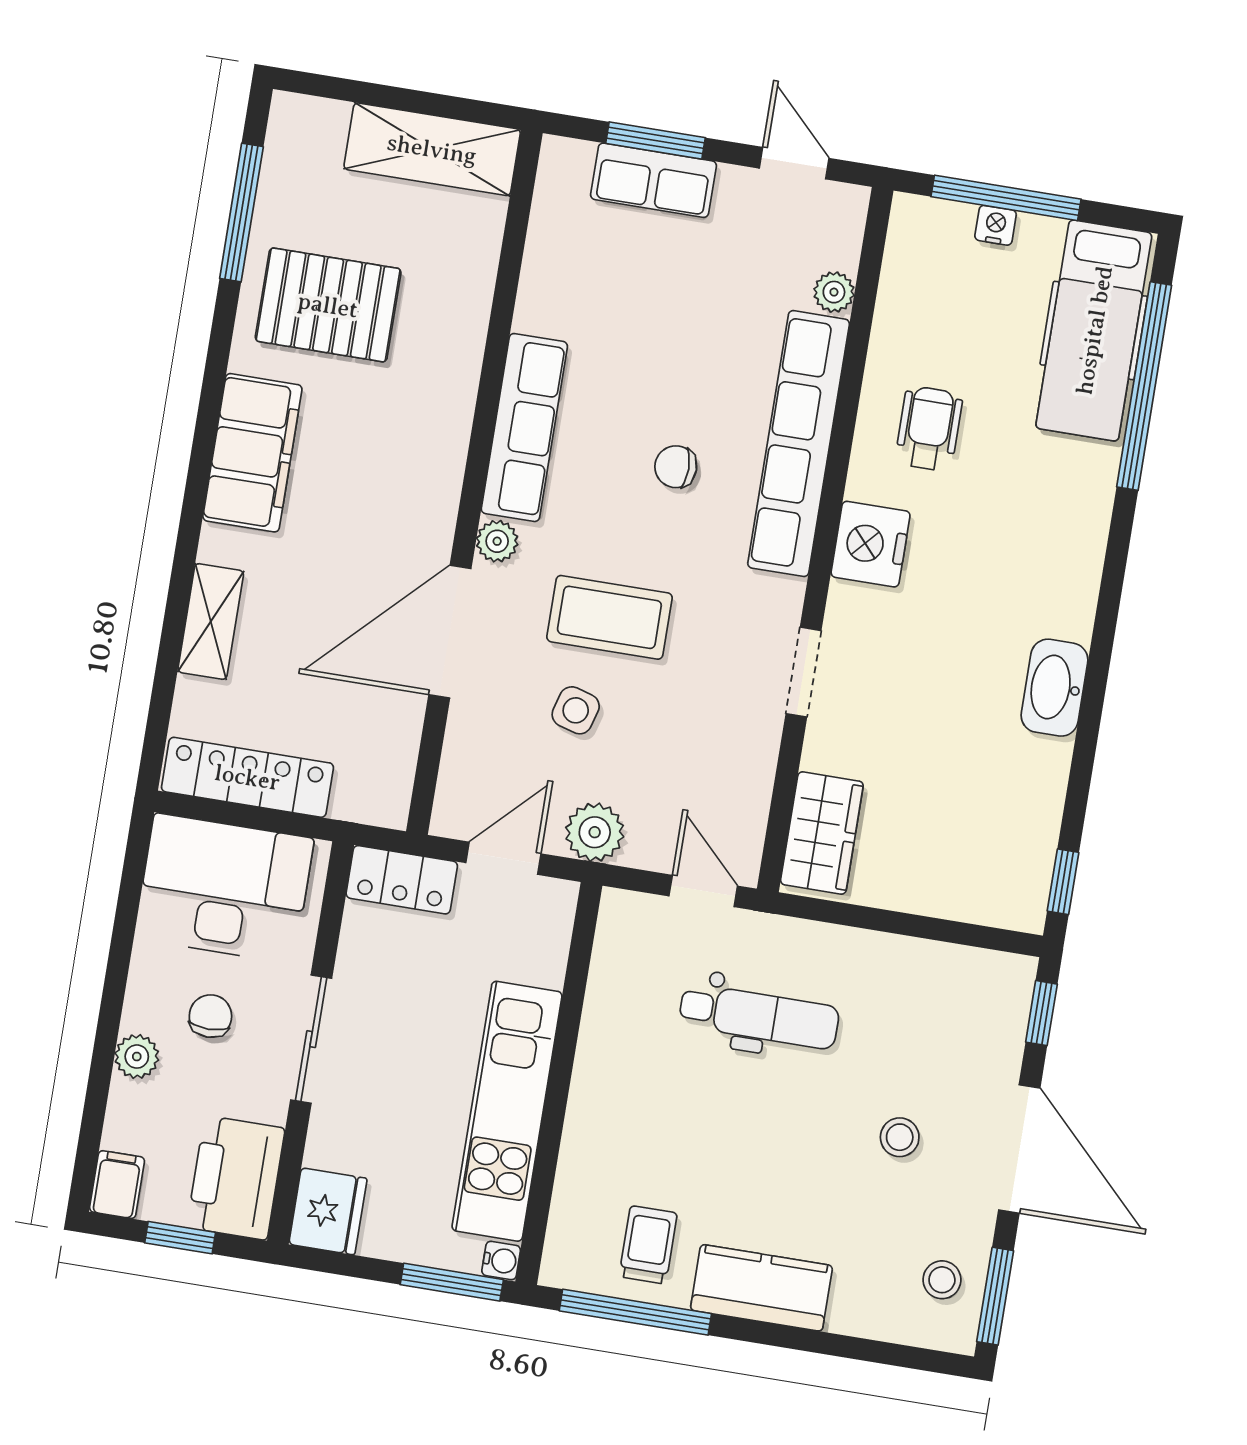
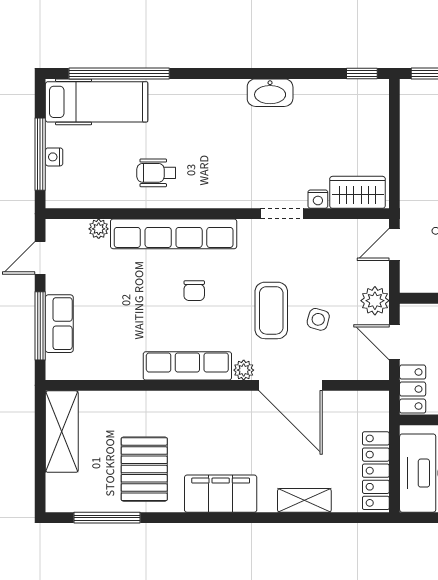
window: (655, 140) -> (40, 326), width x1.44
nightstand: (871, 544) -> (318, 199), moved, width x0.53, depth x0.56

